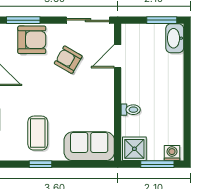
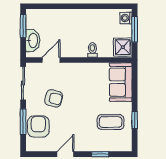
window: (23, 20) -> (23, 122), moved
washbasin: (175, 38) -> (33, 40), moved, turned -90
door: (118, 56) -> (51, 60), swing flipped
armchair: (68, 60) -> (54, 98), turned -106

